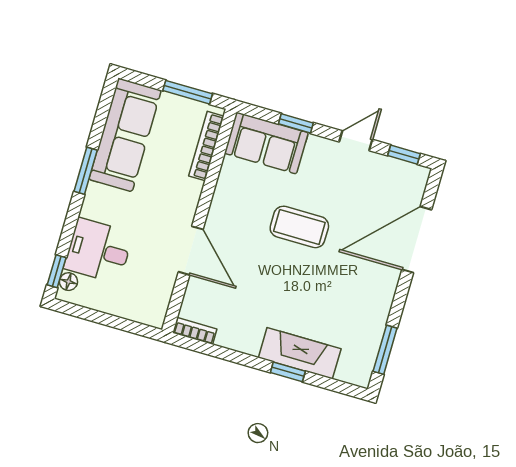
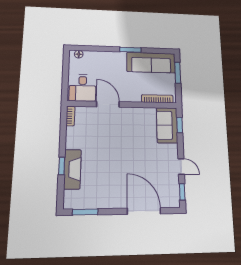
window: (188, 92) -> (178, 73), moved
window: (296, 123) -> (180, 125), moved
coffee table: (299, 227) -> (133, 151), removed
desk: (98, 251) -> (83, 88), moved, turned 180
door: (191, 251) -> (108, 104), swing flipped
window: (57, 271) -> (82, 48), removed

